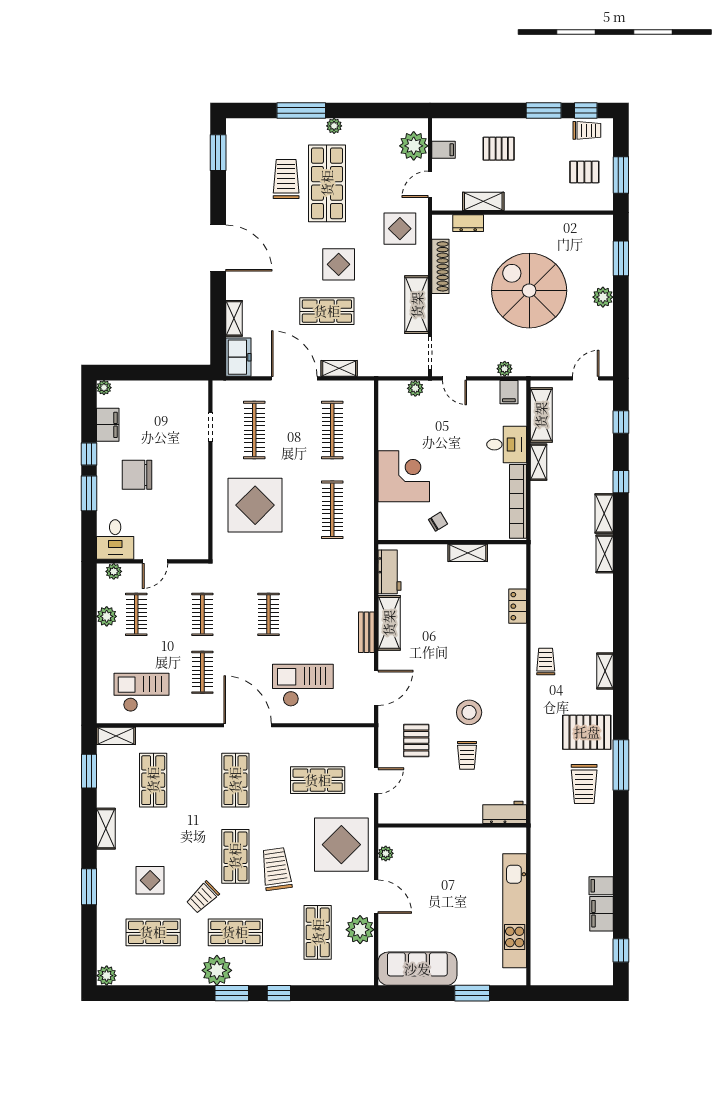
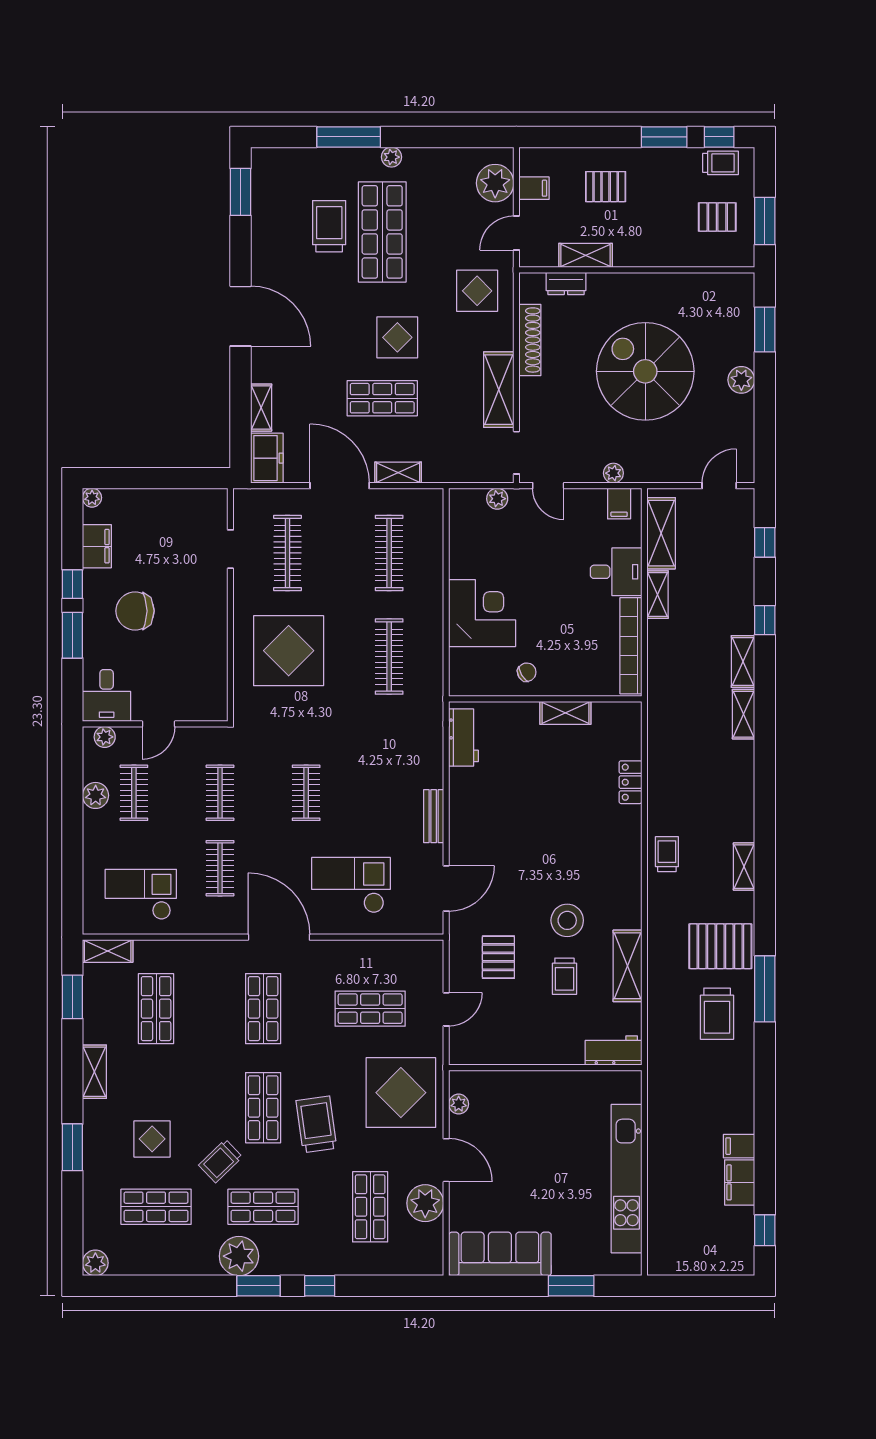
shelving: (389, 623) -> (628, 966), moved

